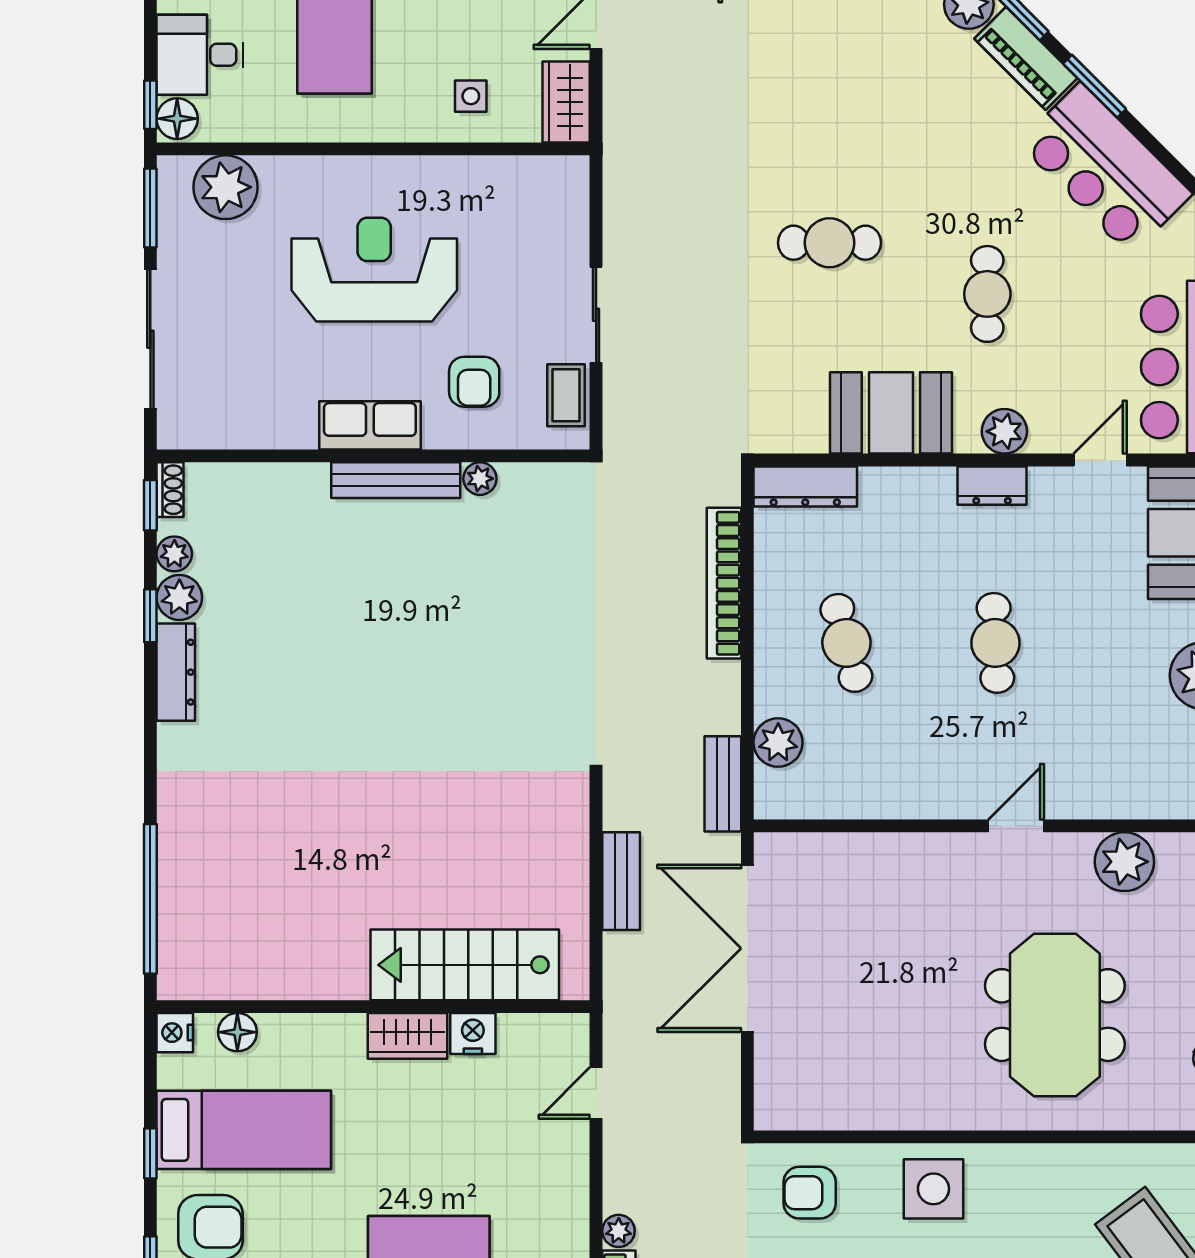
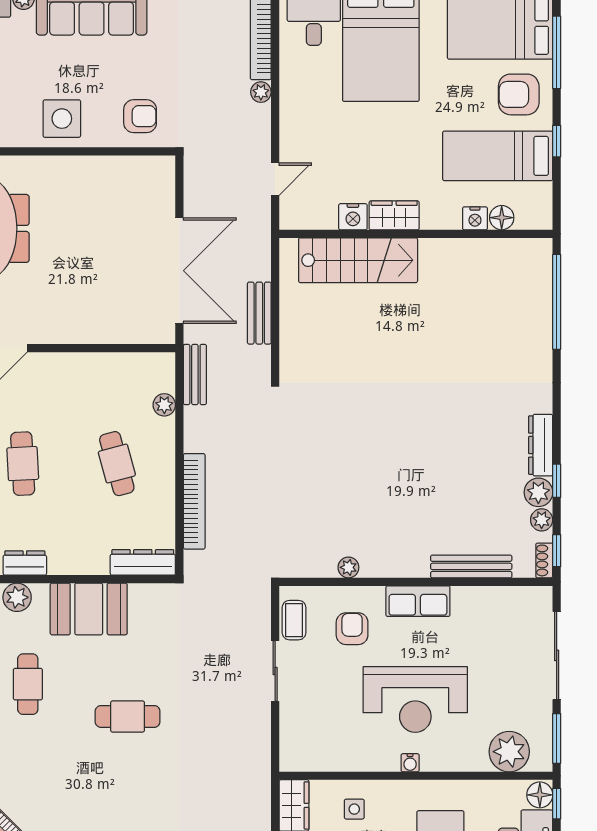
water cooler: (382, 170) -> (410, 763), added
bench: (396, 480) -> (471, 566), moved
plant: (778, 743) -> (164, 405), width x0.73, depth x0.73
nightstand: (175, 1033) -> (475, 218), moved, turned 90

